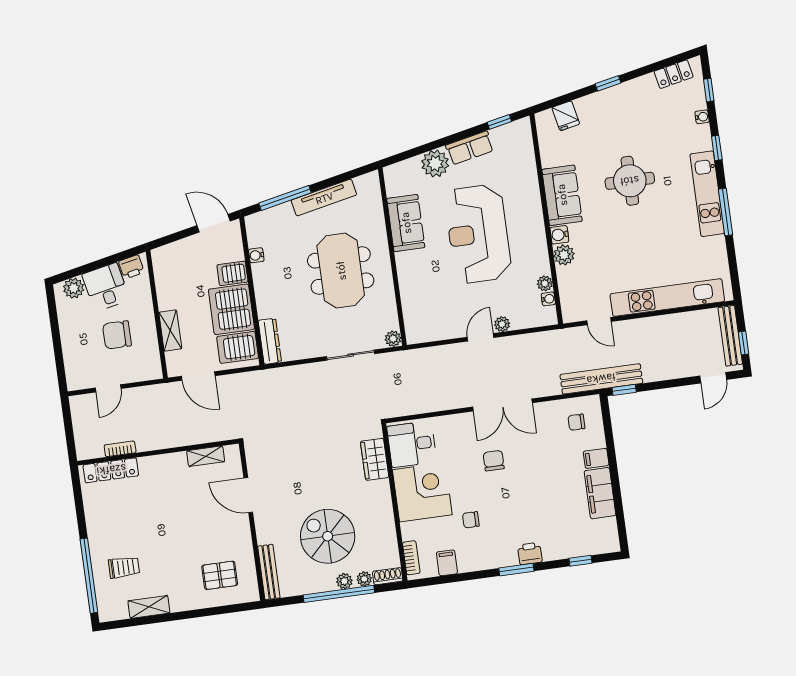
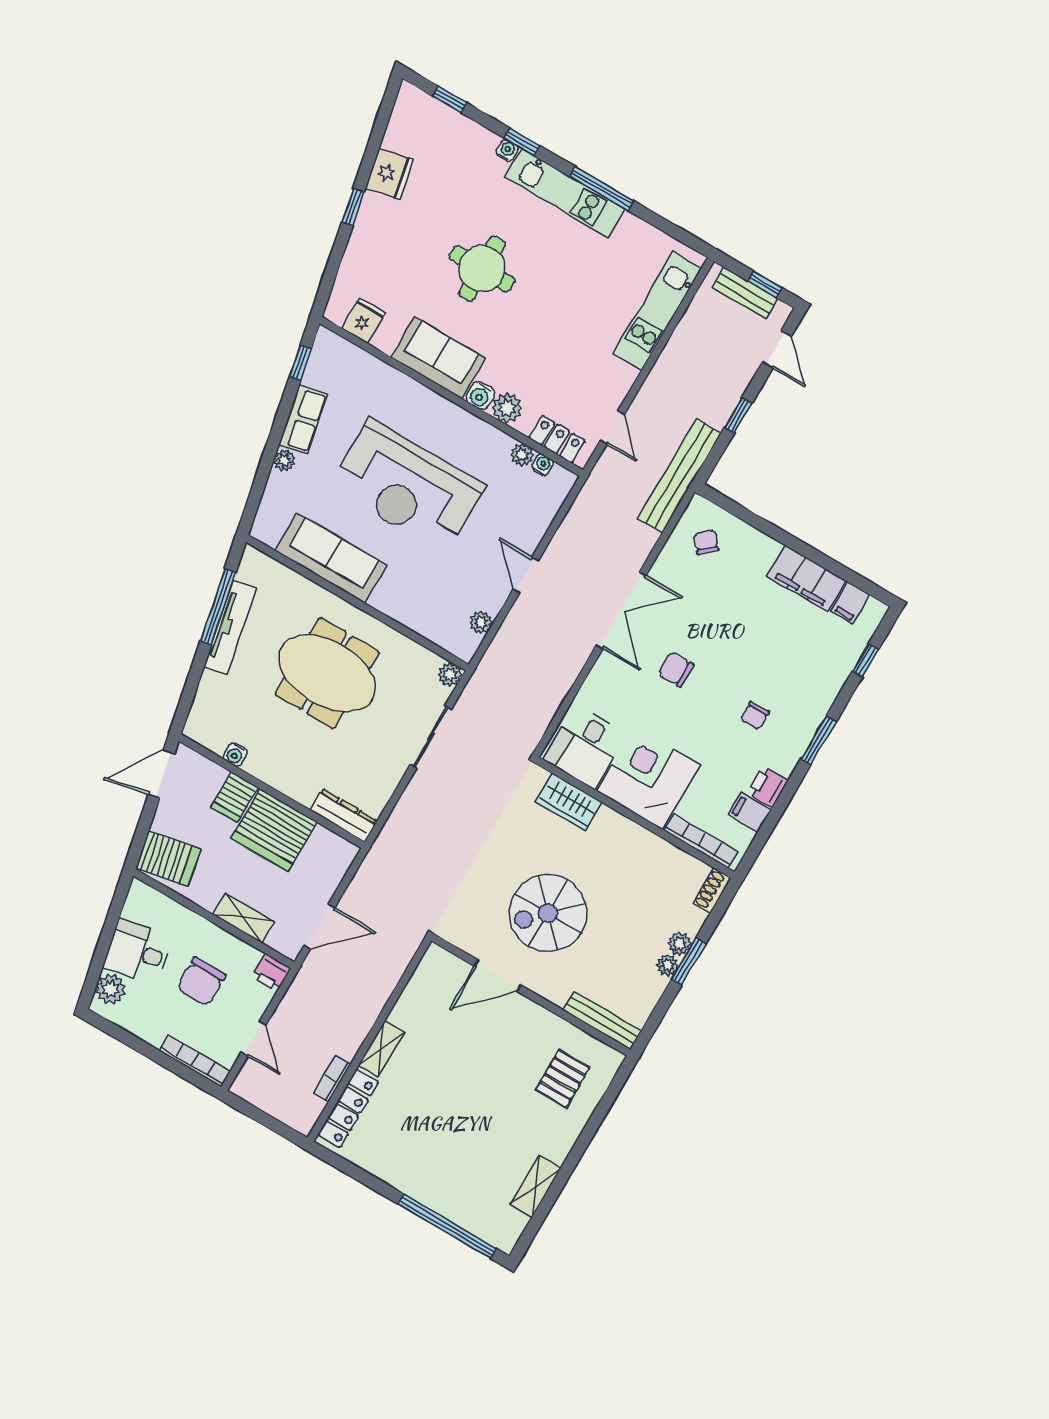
locker: (674, 74) -> (557, 439), moved, turned -78
fridge: (642, 89) -> (389, 174), added
fridge: (566, 116) -> (364, 320), moved, turned -78
water cooler: (702, 117) -> (507, 150), moved
plant: (435, 163) -> (284, 460), width x0.53, depth x0.53
window: (285, 198) -> (218, 607), moved
sofa: (406, 223) -> (331, 558), width x1.36
printer: (131, 267) -> (271, 972), moved, turned 102
kitchen unit: (667, 298) -> (657, 311), width x0.73
door: (599, 321) -> (612, 427), hinge flipped
plant: (502, 324) -> (481, 622), moved
bench: (730, 336) -> (745, 293), width x0.73
server rack: (238, 347) -> (168, 858), moved, turned -102
bookcase: (71, 366) -> (195, 1061), added
window: (624, 390) -> (738, 415), moved
chair: (576, 422) -> (706, 542), turned 139
shelving: (206, 456) -> (381, 1049), moved
filing cabinet: (596, 458) -> (850, 603), moved
chair: (471, 520) -> (755, 716), moved
spiral stairs: (328, 536) -> (548, 913), moved
printer: (530, 554) -> (768, 787), moved
bookcase: (411, 558) -> (701, 841), width x1.56
trolley: (124, 567) -> (469, 1179), removed
plant: (364, 579) -> (668, 965), moved
window: (339, 594) -> (689, 961), width x0.47

